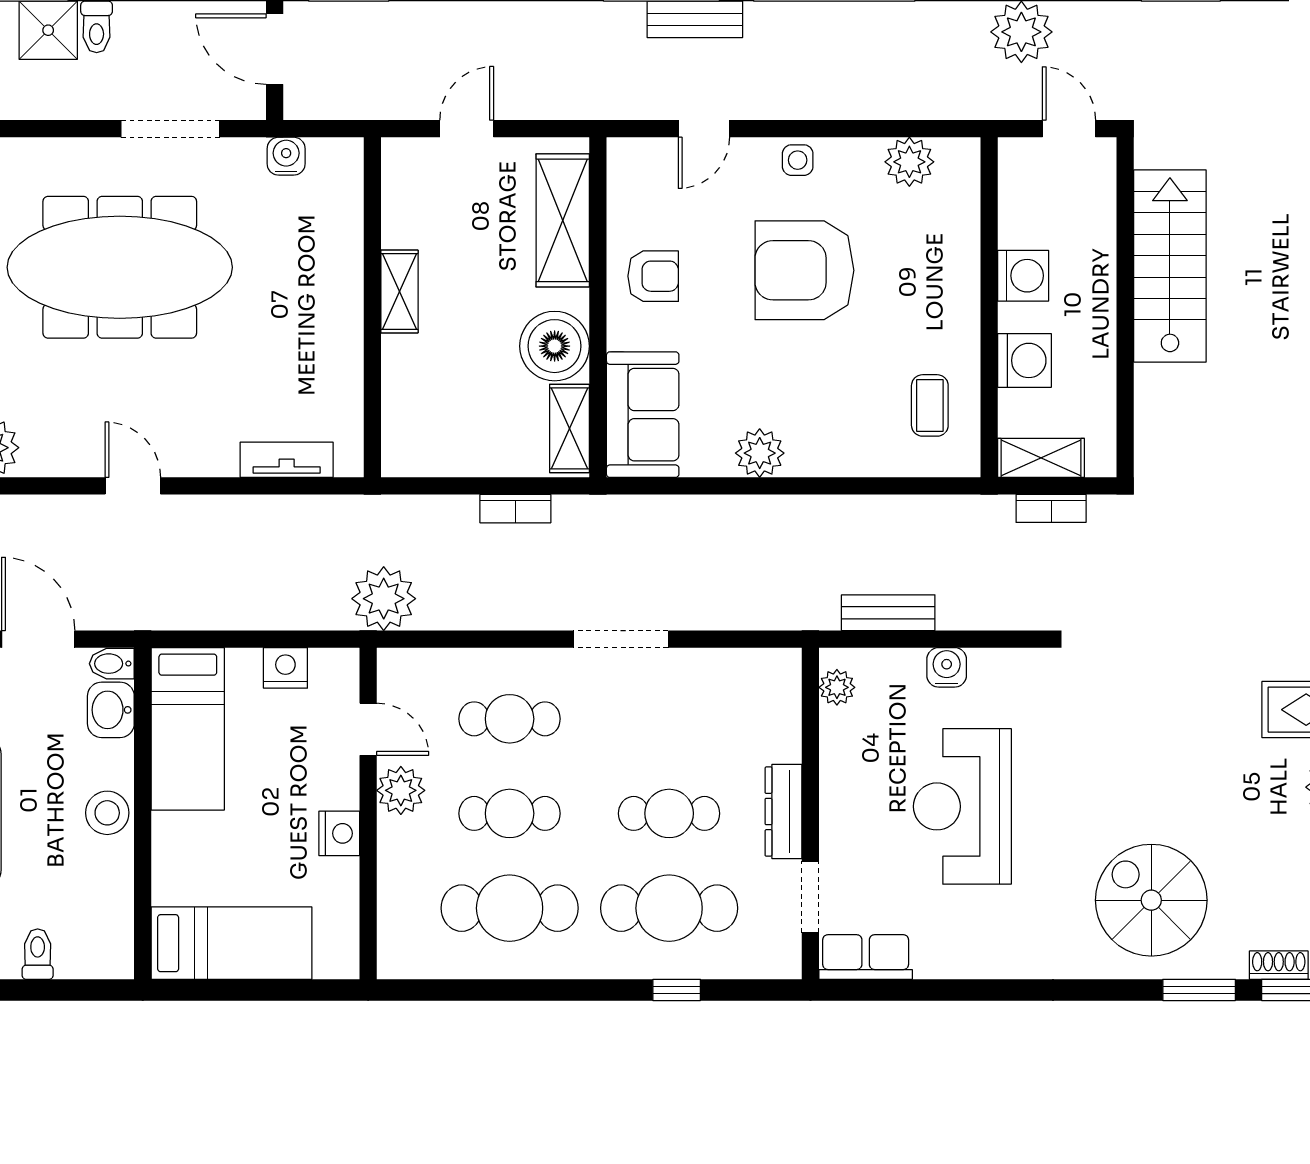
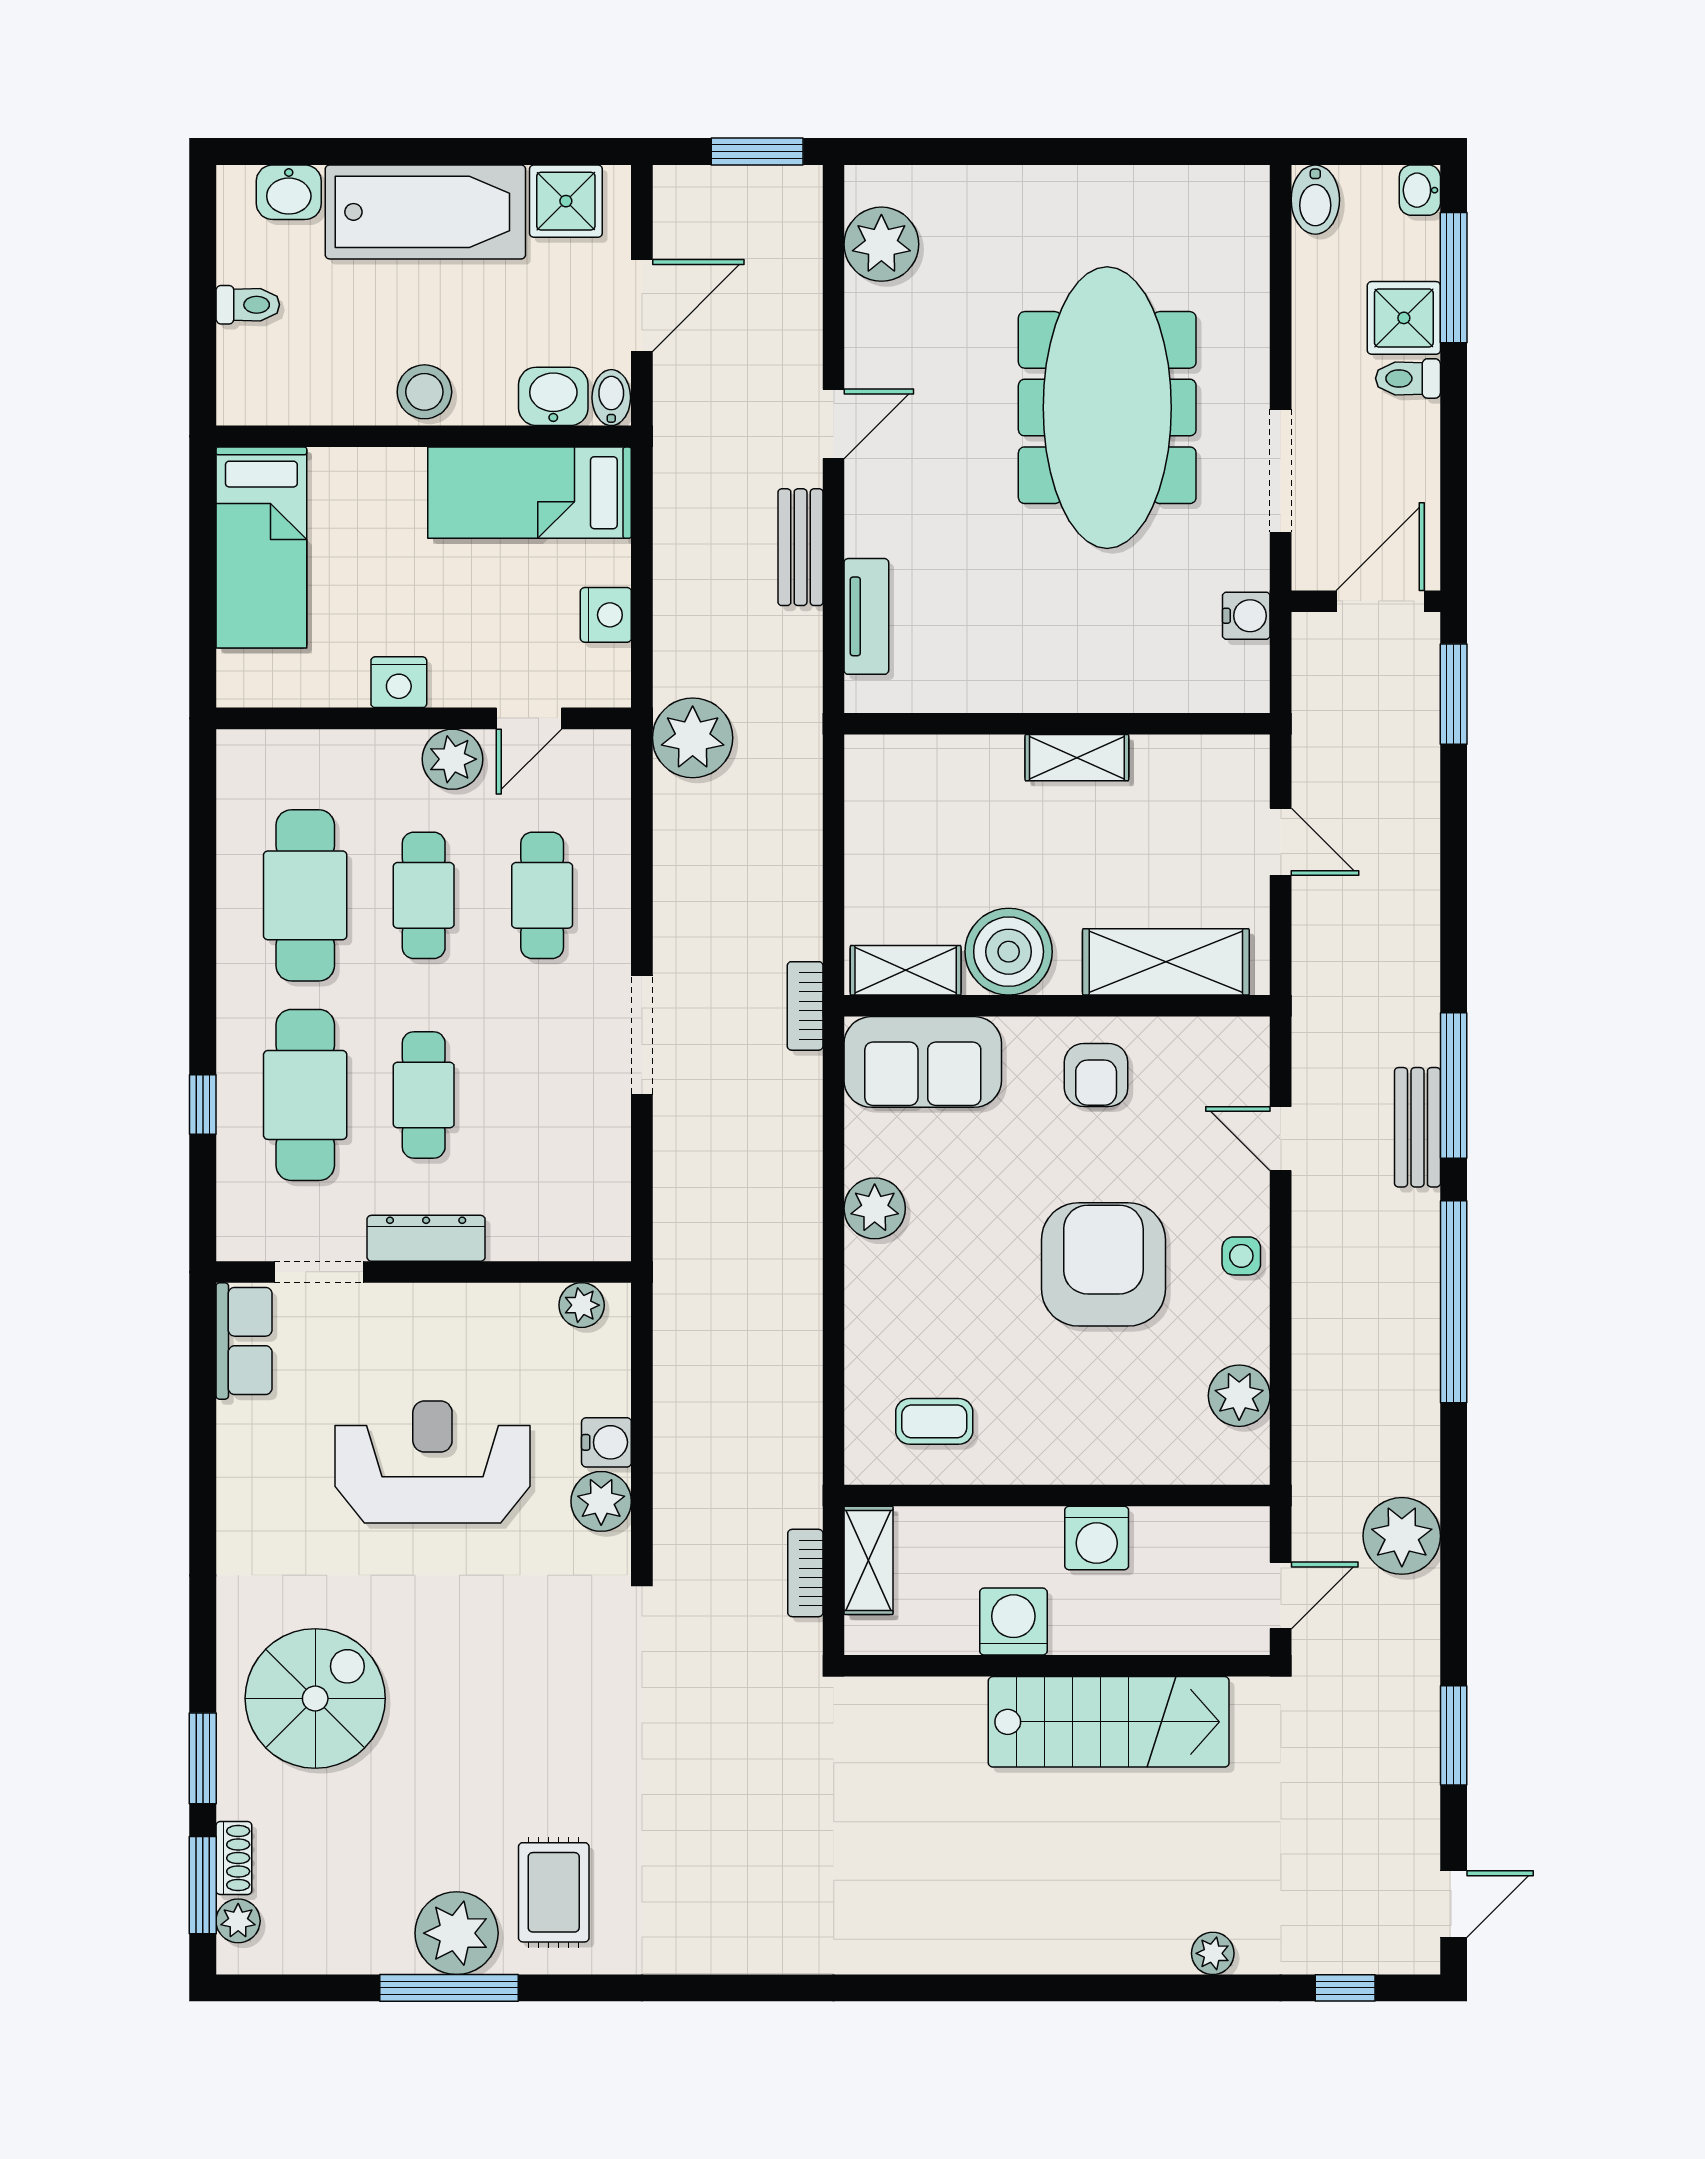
washing machine: (1024, 360) -> (1013, 1622), moved, turned 180
bookcase: (515, 509) -> (805, 1006), moved
bench: (888, 613) -> (801, 547), moved
plant: (994, 672) -> (601, 1501), added

